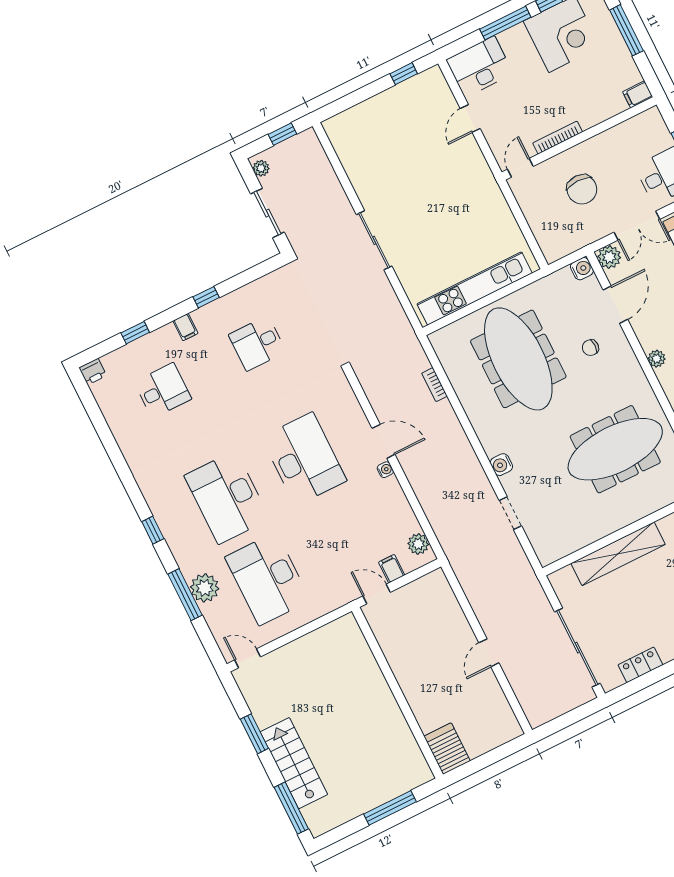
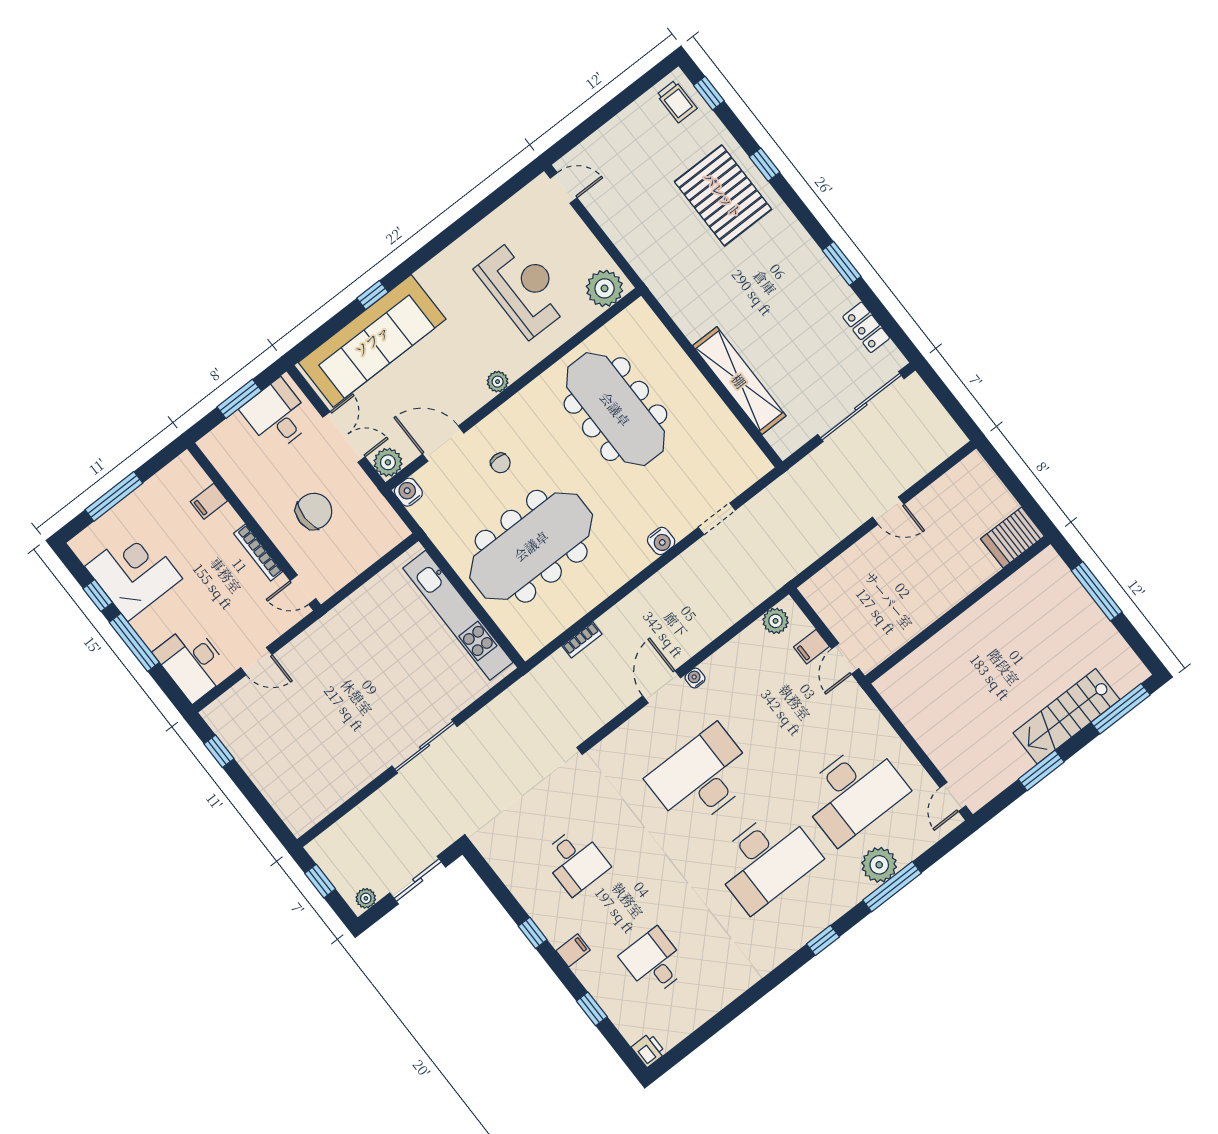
filing cabinet: (638, 94) -> (209, 501), moved, turned 90

